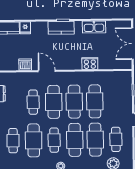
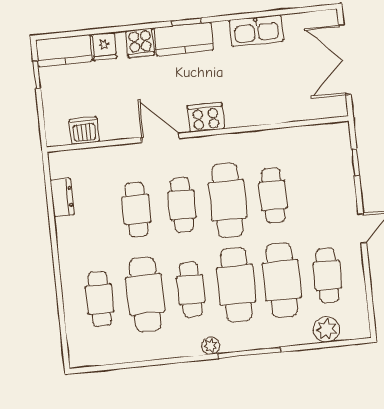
cooker: (42, 28) -> (140, 43), added
cooker: (90, 63) -> (206, 117), moved
dishwasher: (25, 64) -> (84, 131), moved
cafe table: (95, 101) -> (273, 195), width x0.73, depth x0.74
cafe table: (54, 102) -> (182, 205), width x0.73, depth x0.74

